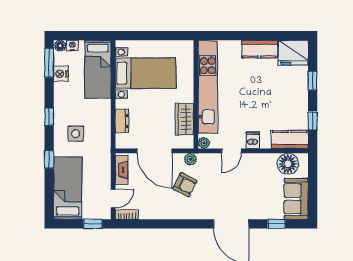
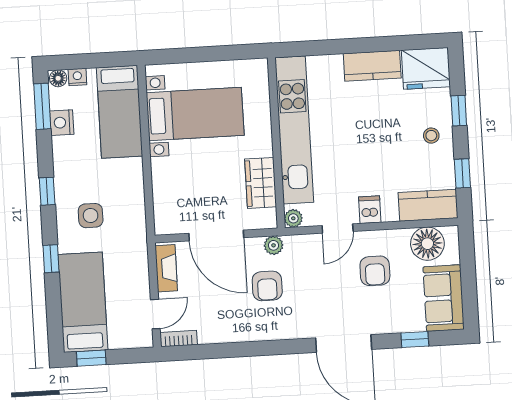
stool: (294, 95) -> (431, 136), added
dresser: (122, 121) -> (162, 191), removed
armchair: (254, 179) -> (375, 271), added
armchair: (185, 185) -> (267, 286), turned 63
window: (93, 224) -> (91, 358), moved

